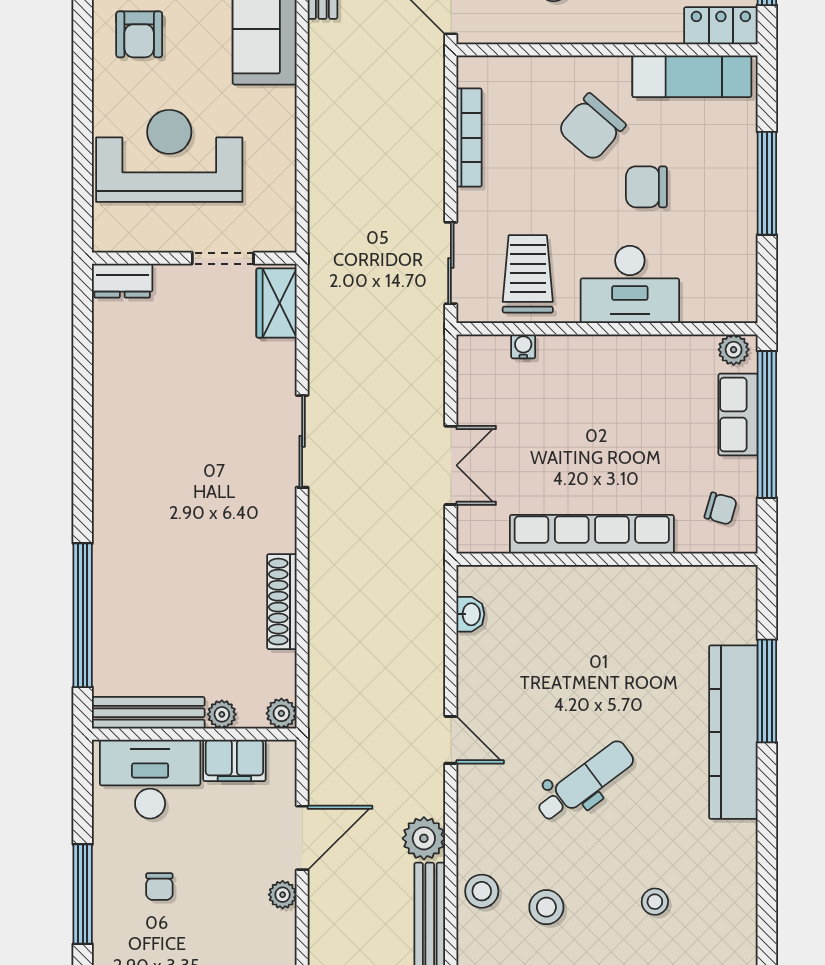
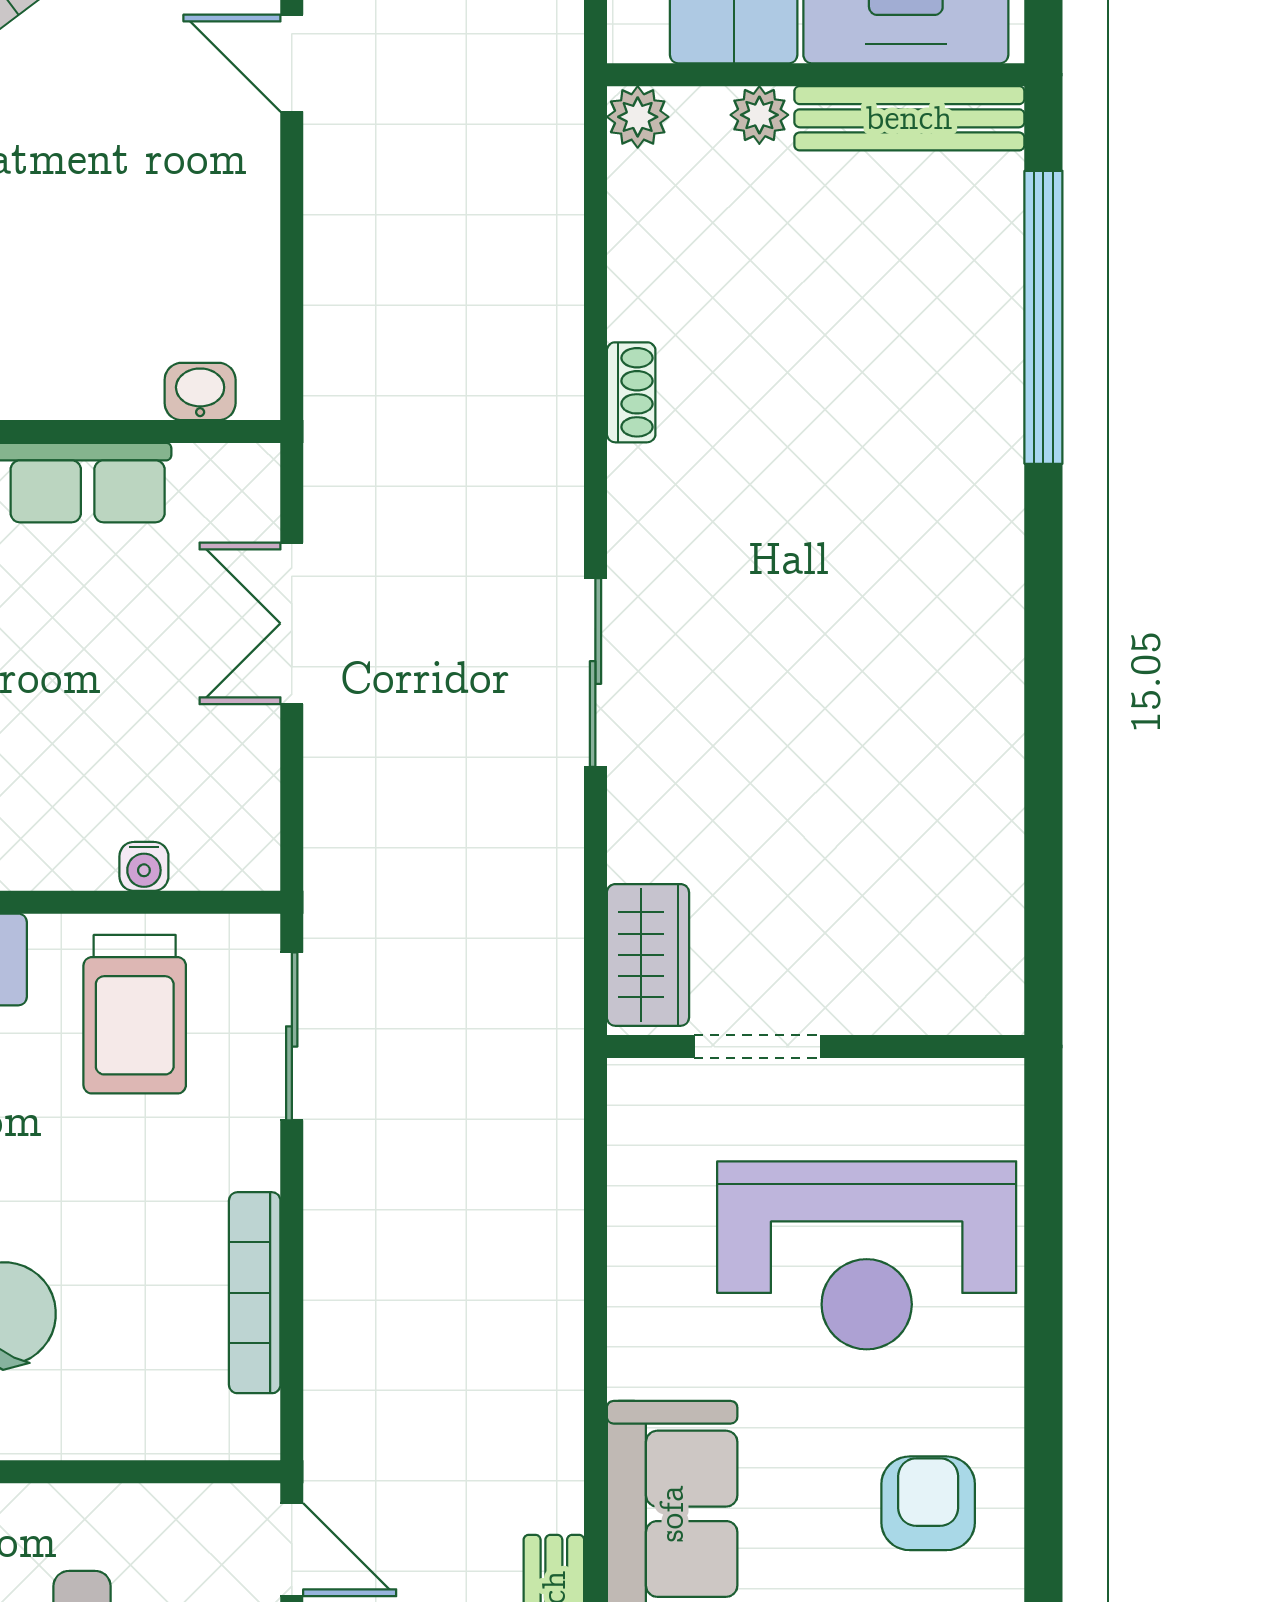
dresser: (122, 281) -> (963, 1000), removed
shoe rack: (282, 602) -> (631, 392), width x0.51, depth x0.81
washbasin: (470, 614) -> (200, 391), moved, turned 90

